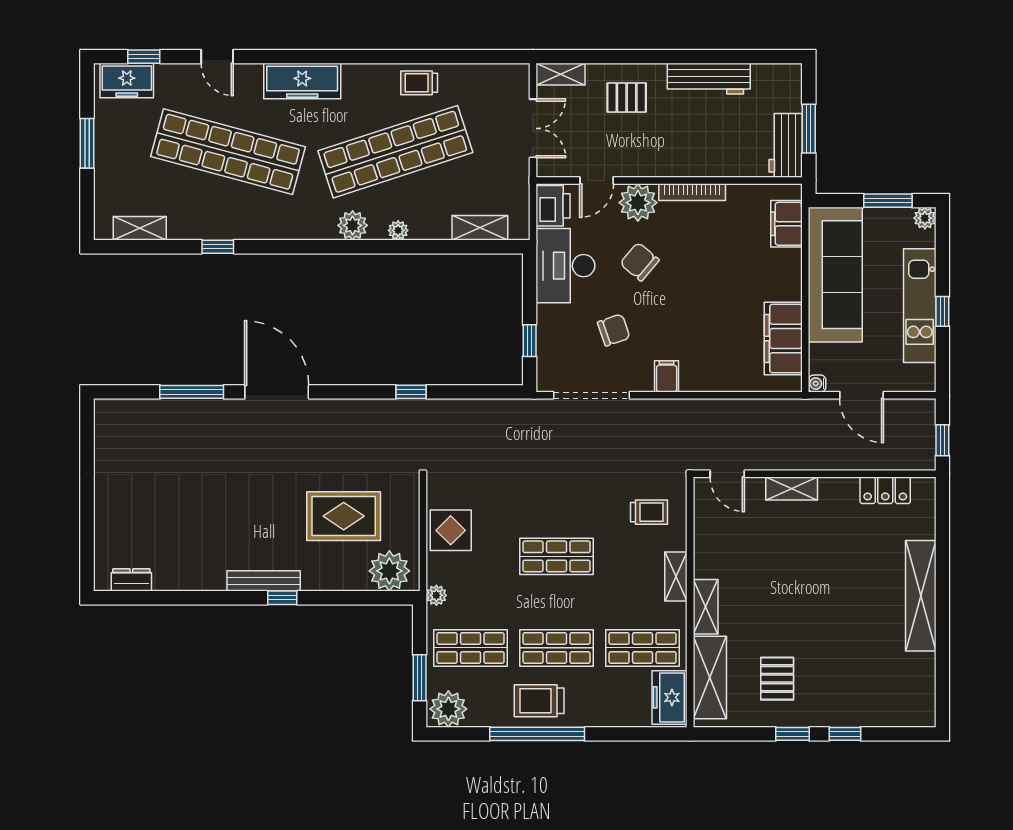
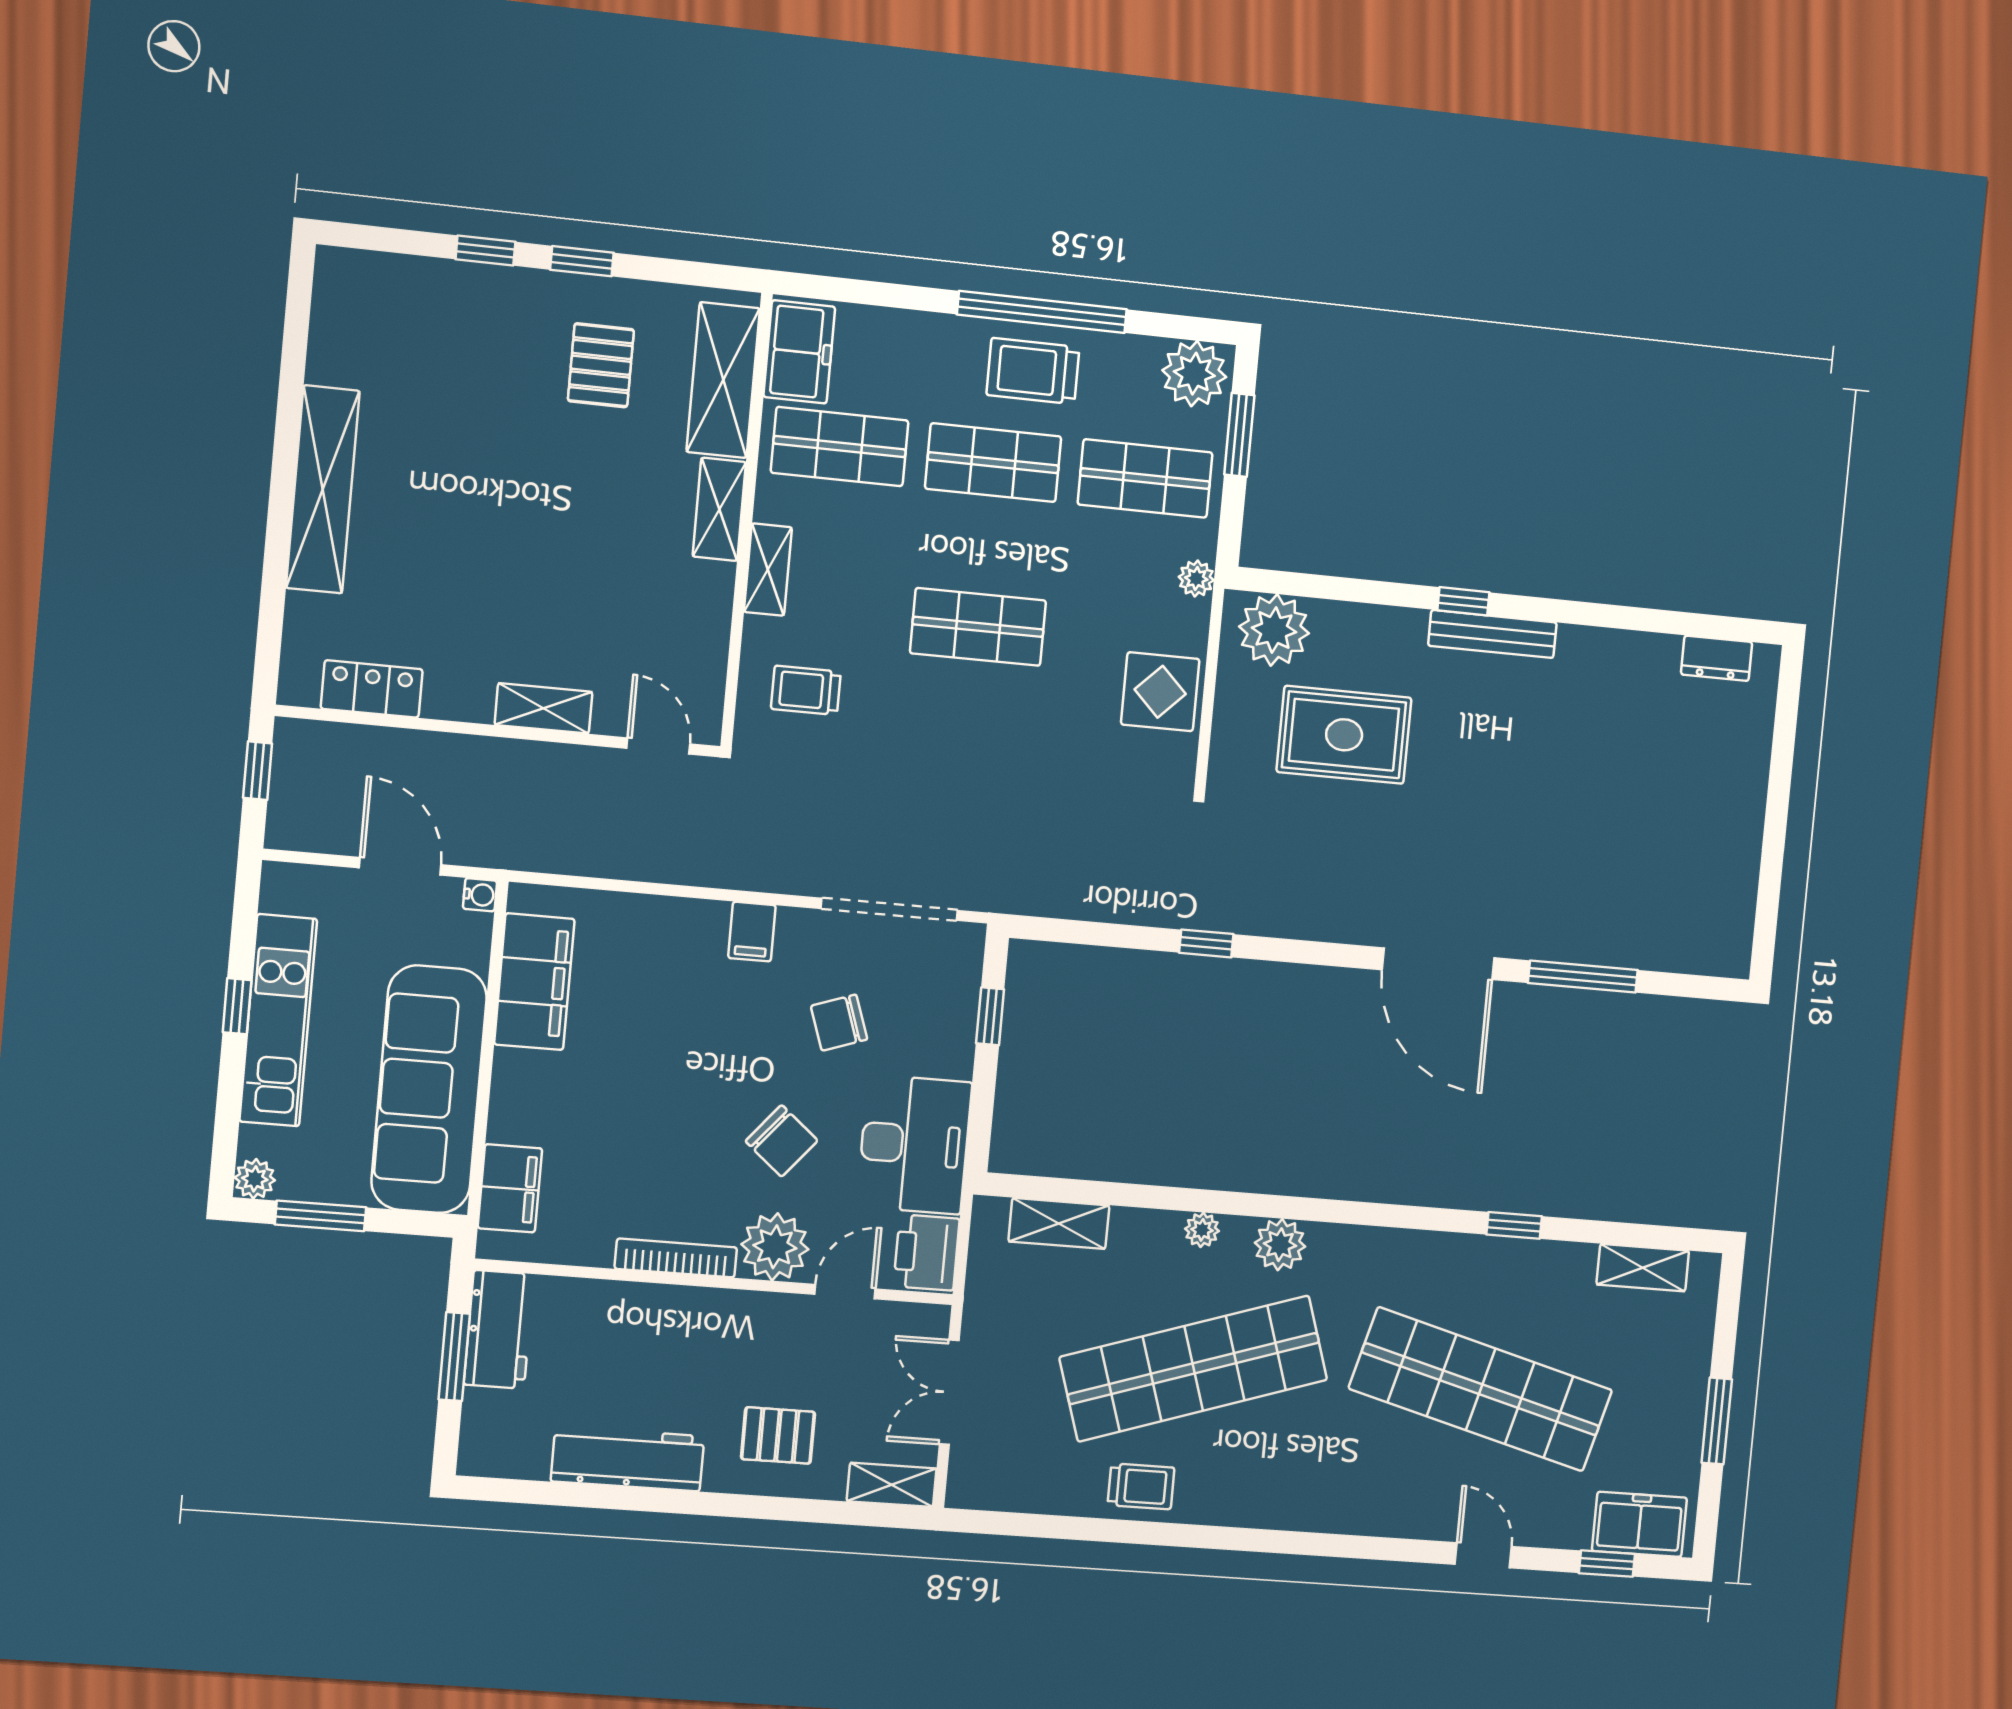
freezer: (302, 81) -> (1342, 1503), removed
trolley: (539, 701) -> (1033, 371), turned 180

